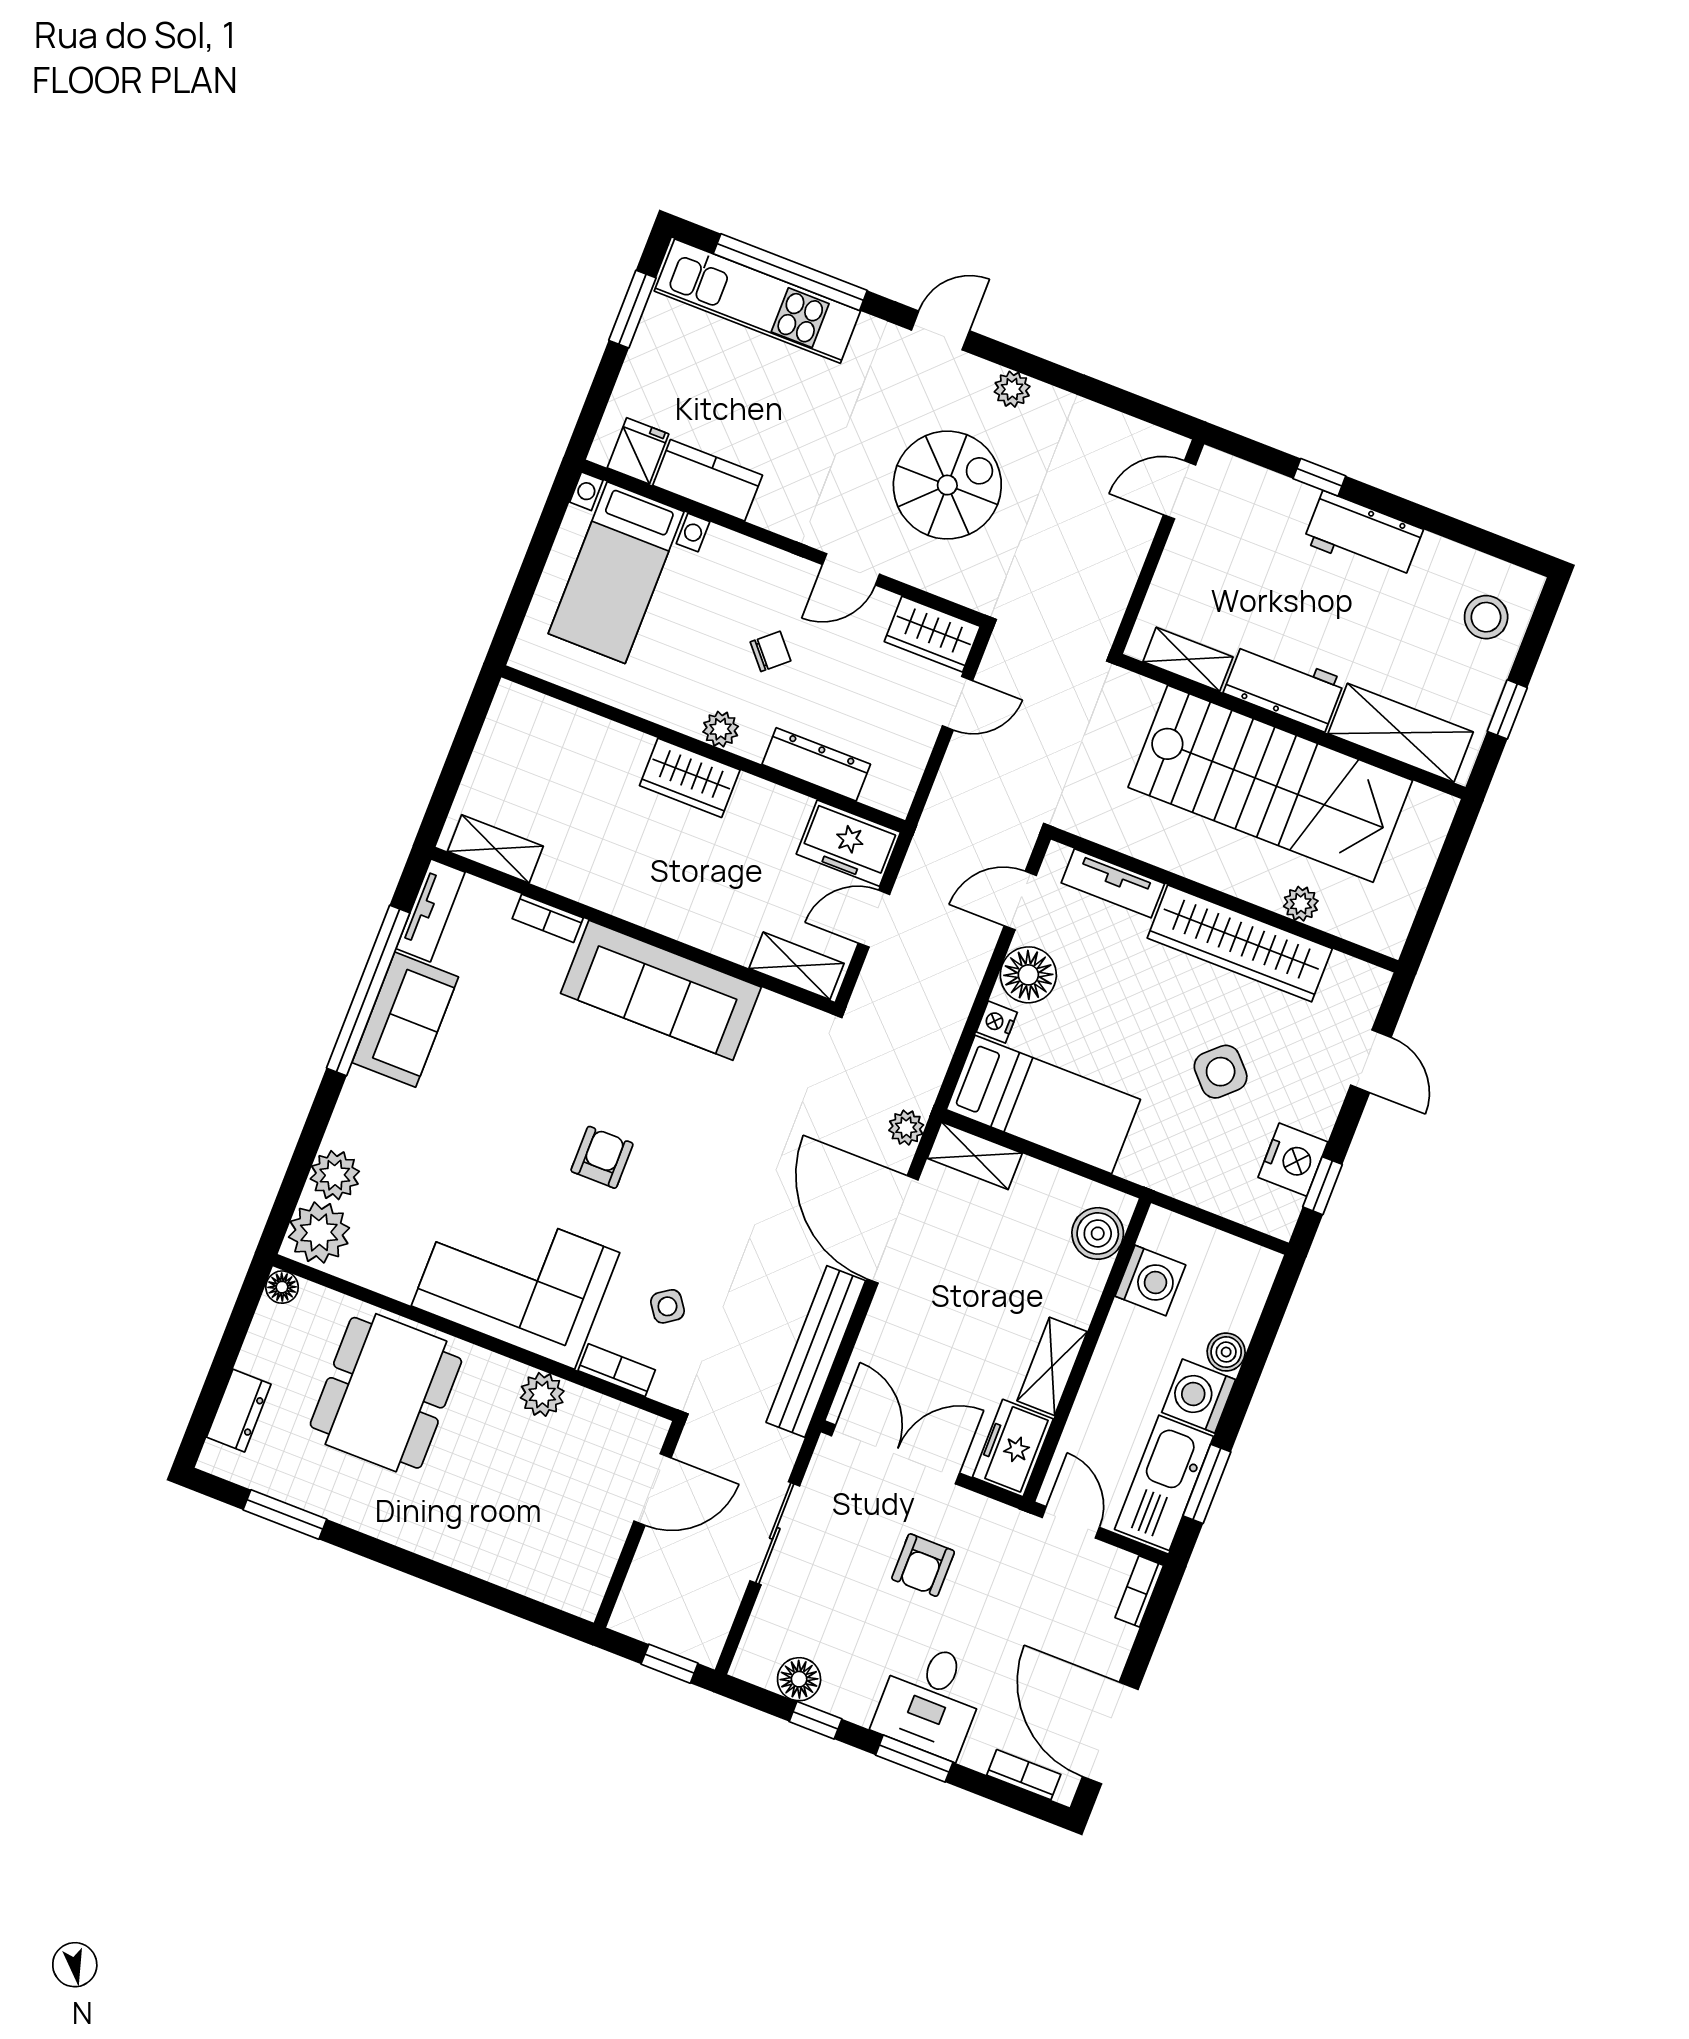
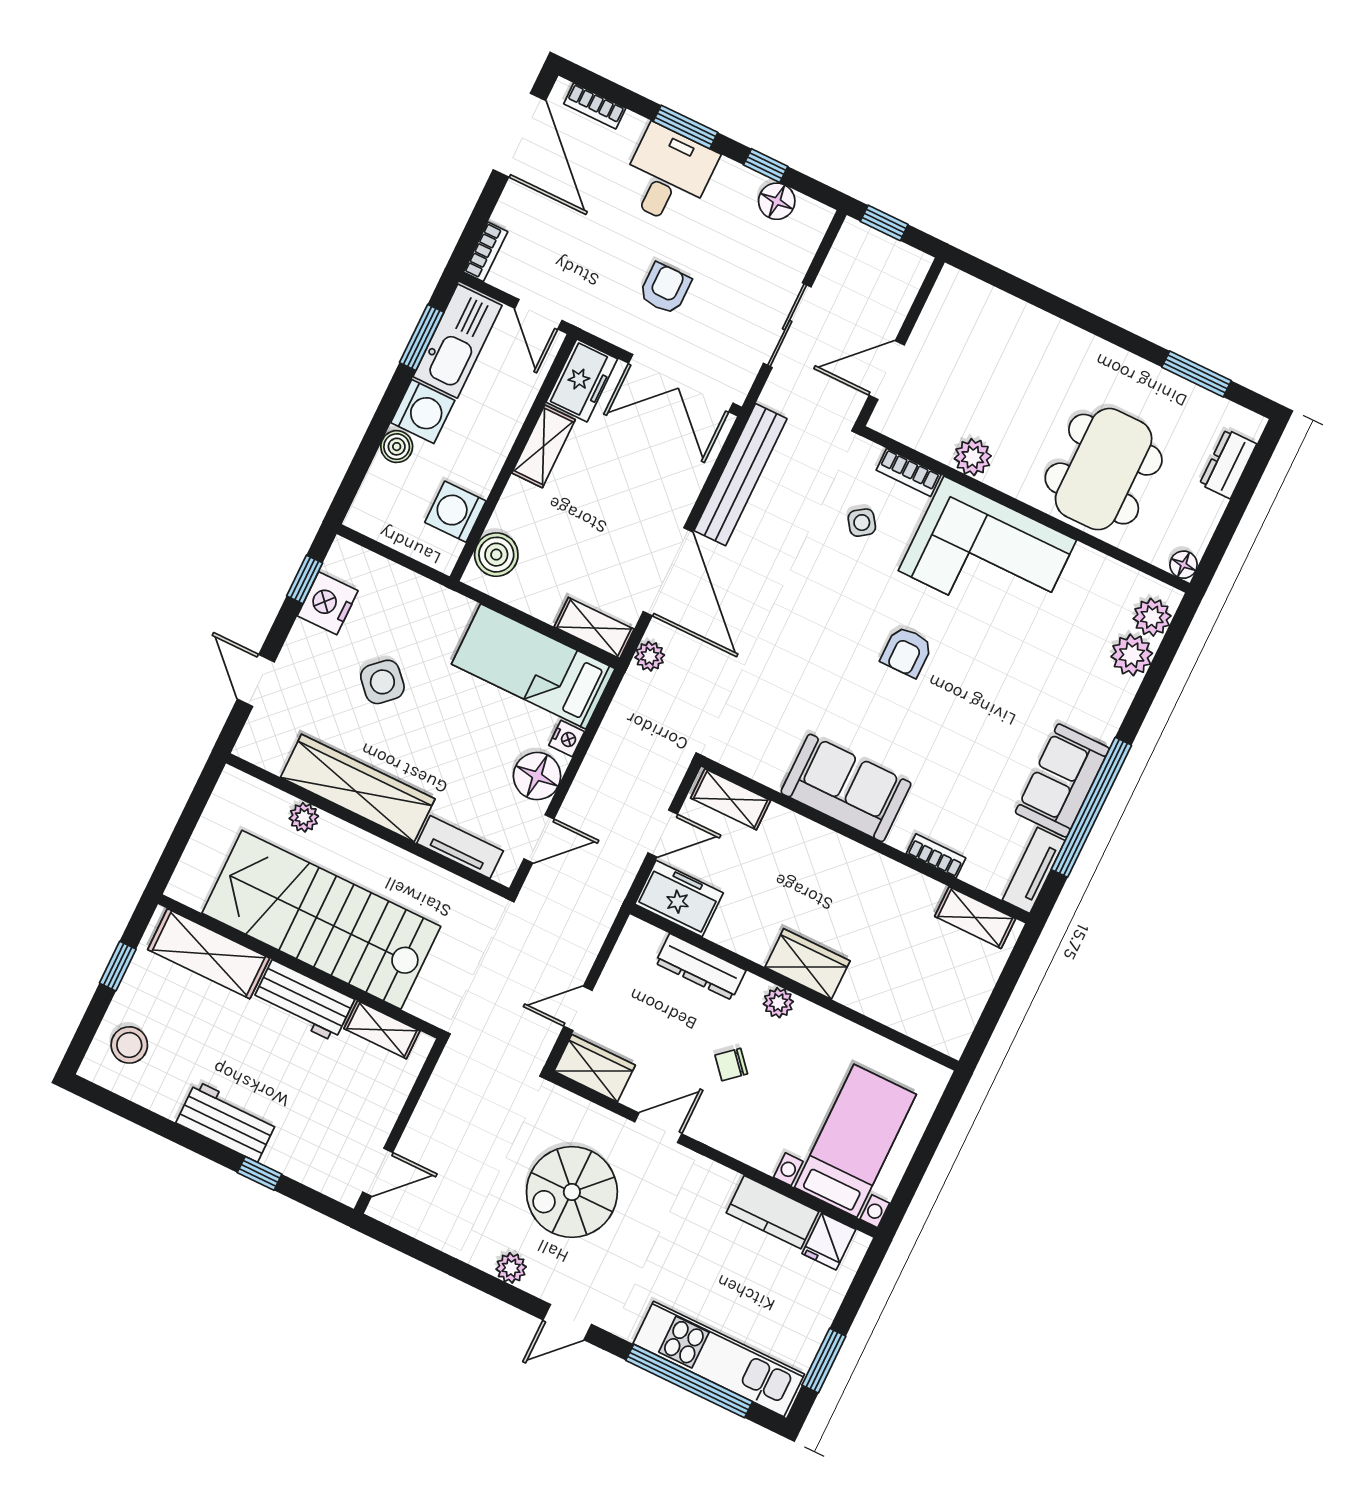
sofa: (661, 990) -> (846, 788), width x0.73
plant: (319, 1232) -> (1152, 617), width x0.73, depth x0.73

